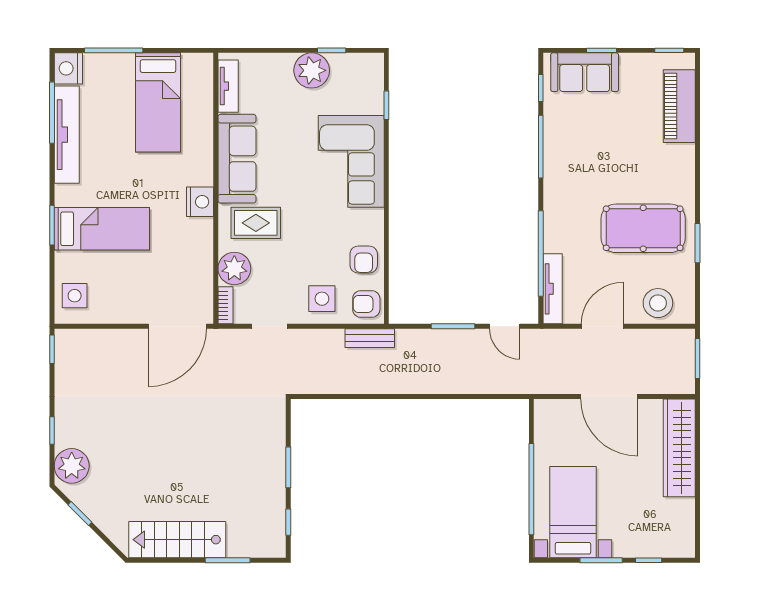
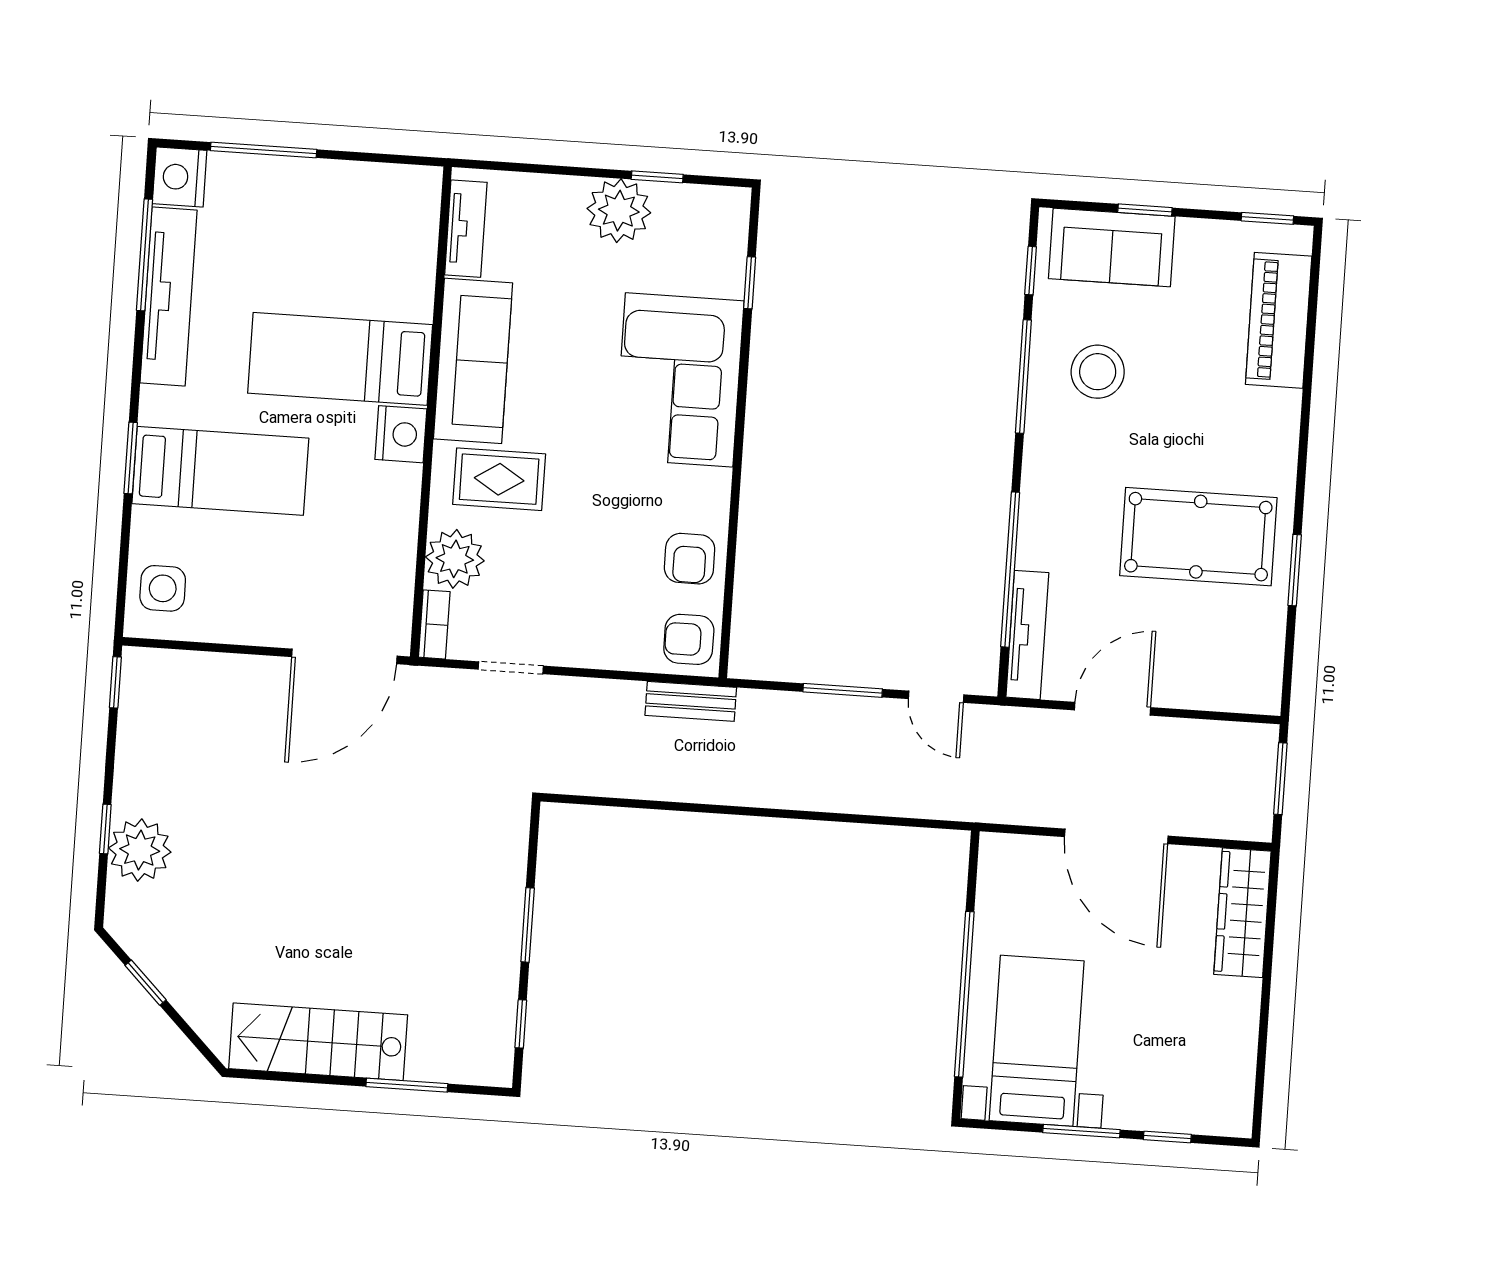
bed: (158, 102) -> (340, 359), moved, turned 90
side table: (322, 299) -> (609, 624), removed
stool: (658, 303) -> (1098, 372), moved
wardrobe: (679, 448) -> (1242, 913), width x0.71, depth x0.85
plant: (72, 466) -> (140, 850), moved

